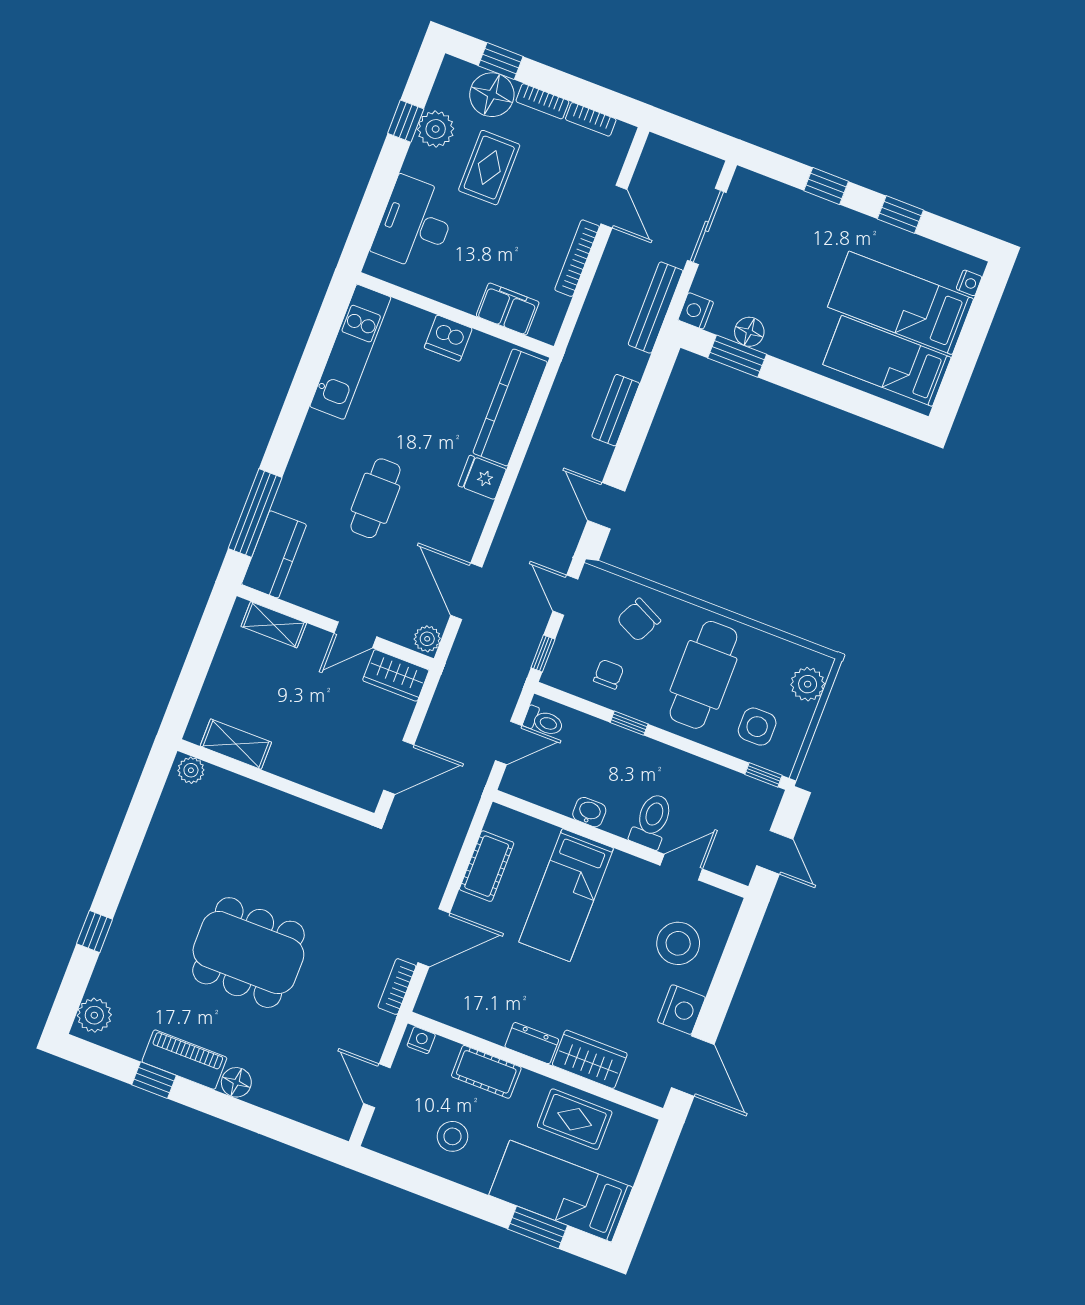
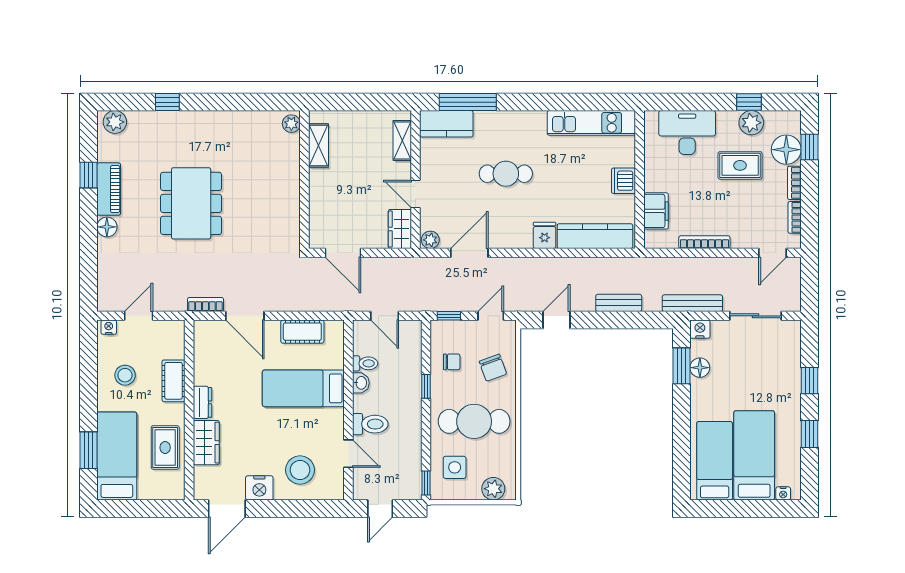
door: (614, 207) -> (772, 253), moved
chair: (639, 620) -> (493, 368), turned -136
toilet: (543, 722) -> (365, 363), moved, turned -90
nightstand: (421, 1040) -> (109, 327), moved, turned -90

